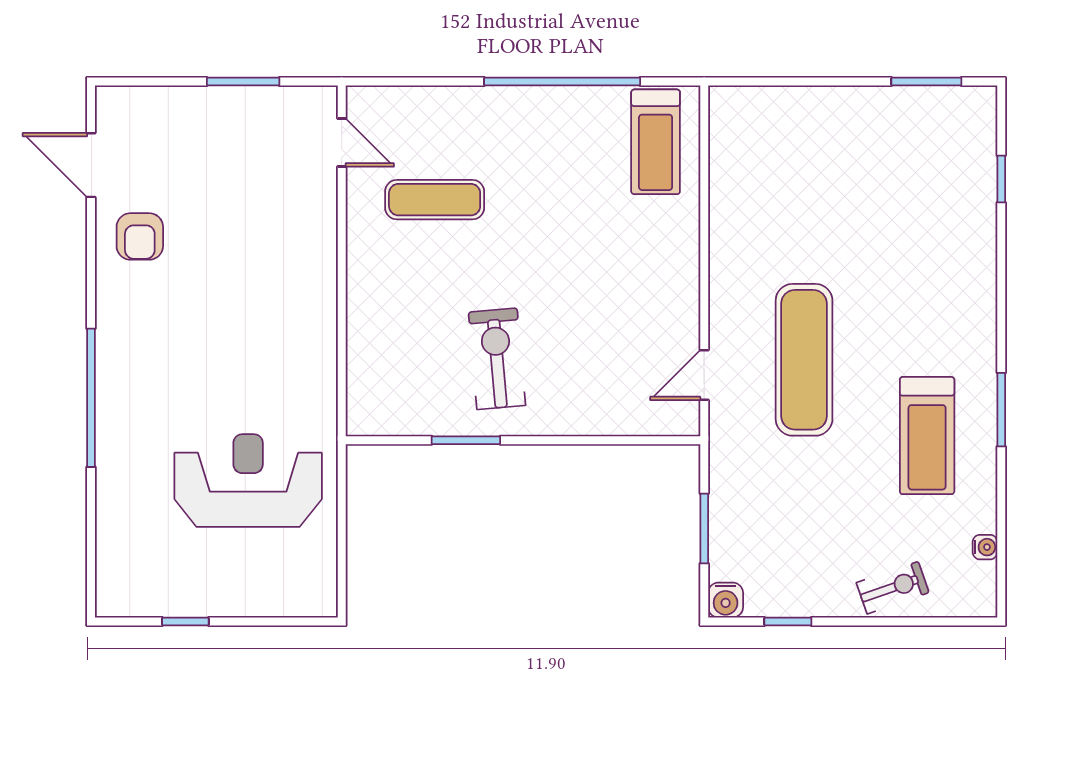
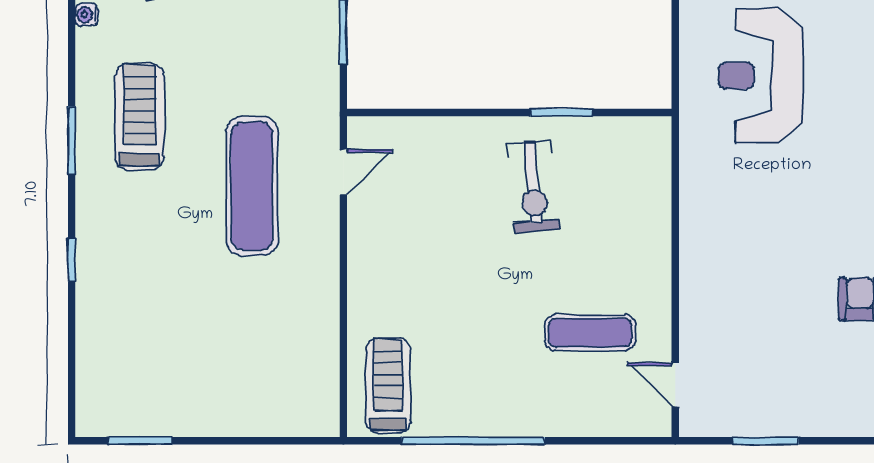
window: (1001, 179) -> (72, 260), moved
reception desk: (248, 481) -> (761, 76), turned 90

